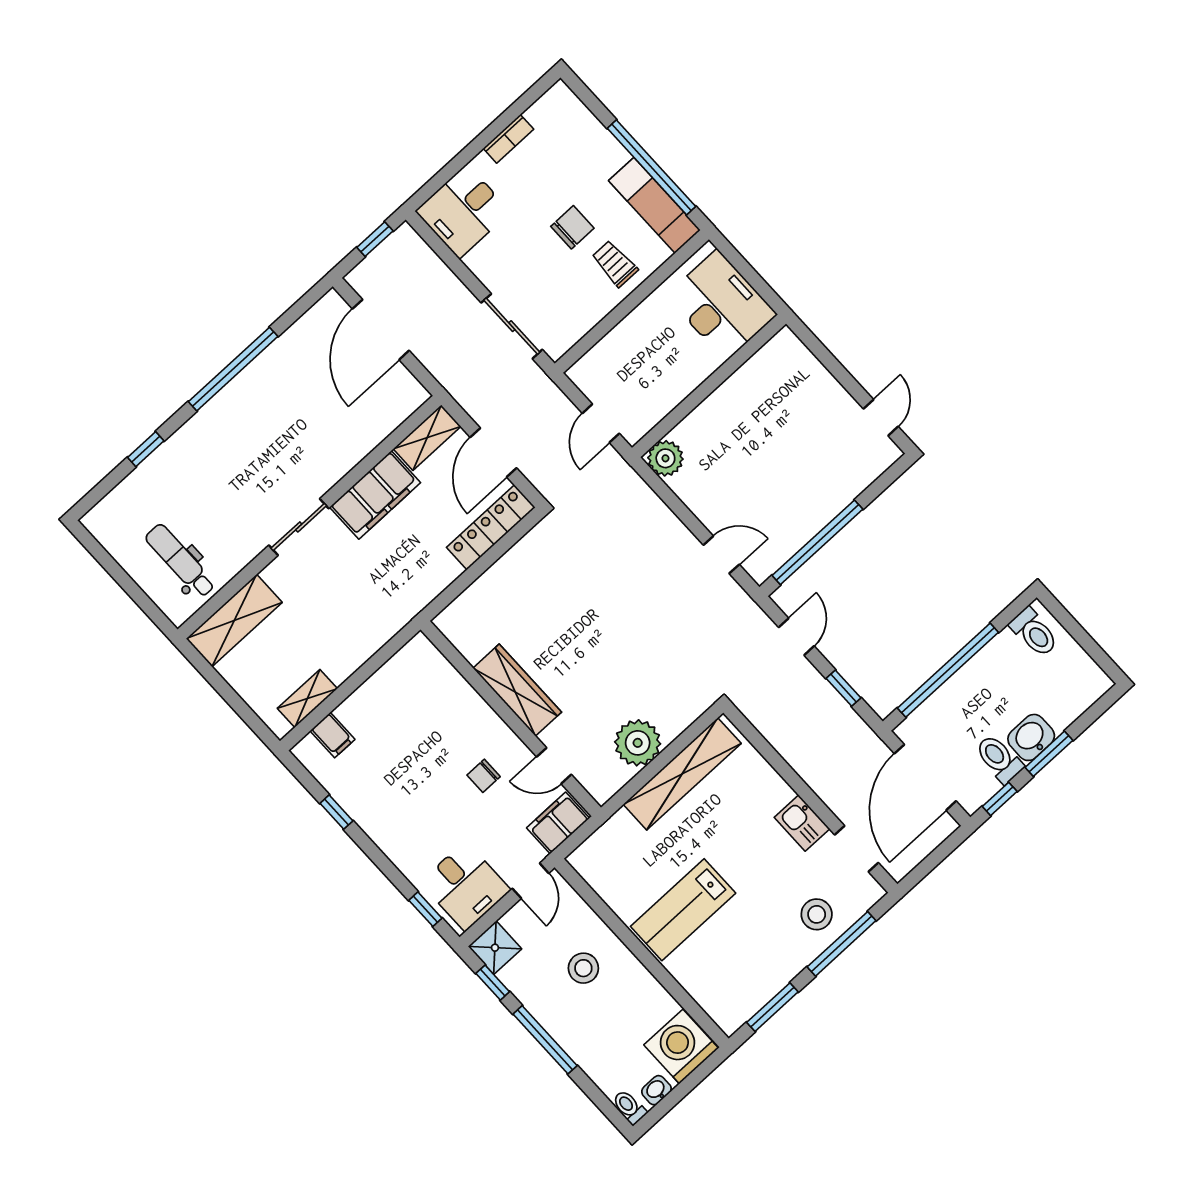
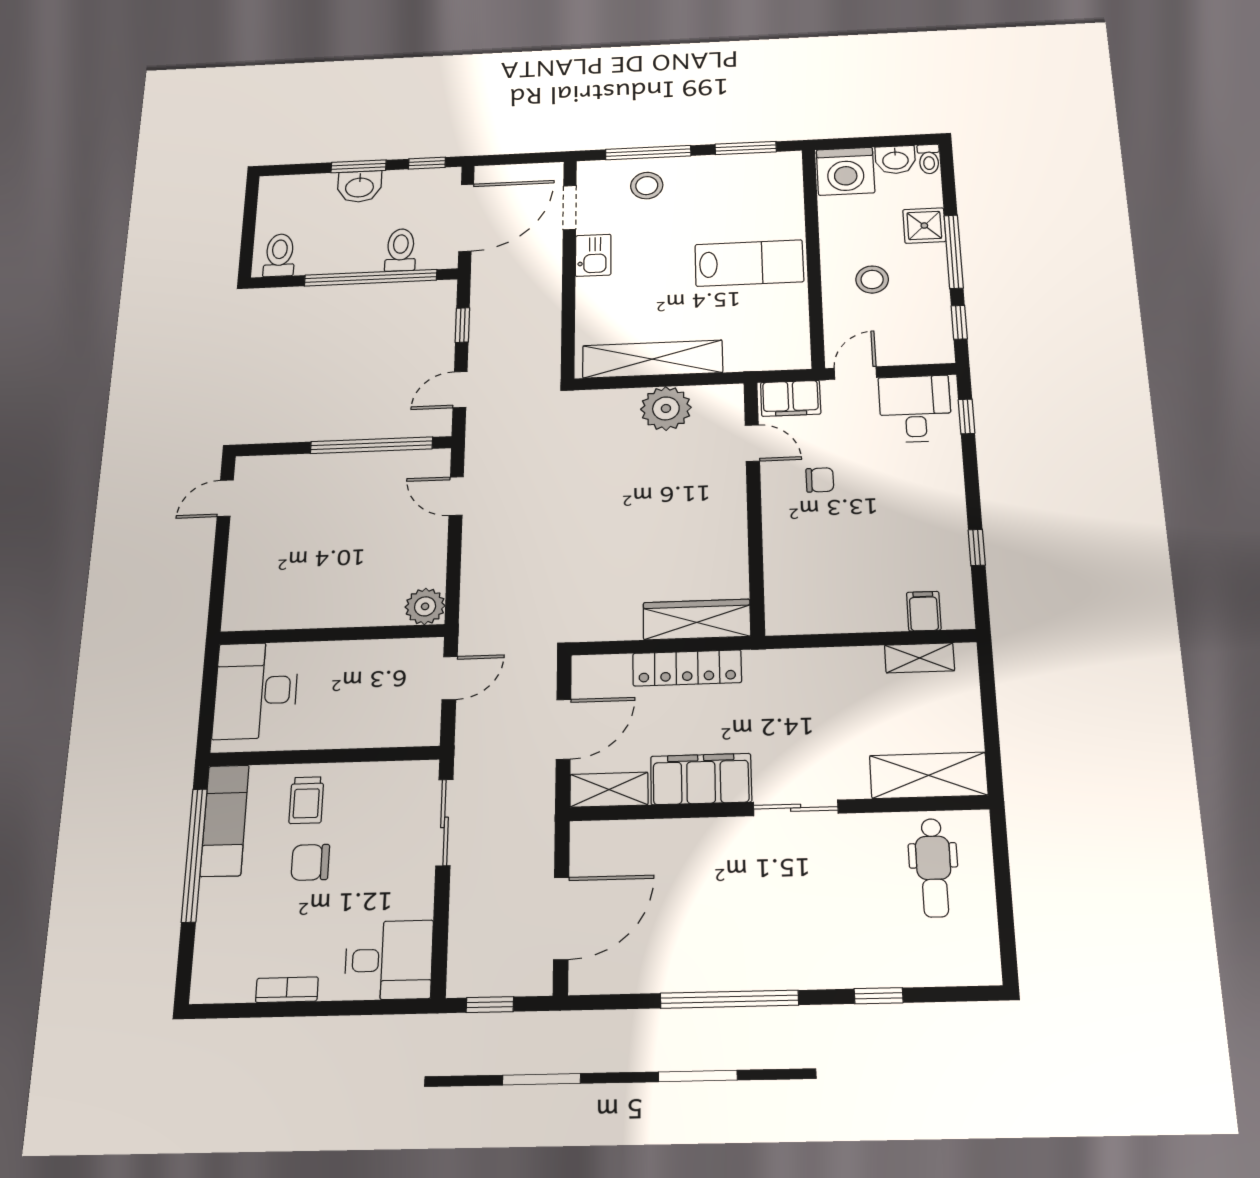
locker: (491, 527) -> (687, 668), moved
wardrobe: (517, 690) -> (697, 619), moved, turned 90
toilet: (999, 759) -> (401, 250), moved, turned 180
shower: (495, 948) -> (924, 226), moved
washbasin: (656, 1090) -> (895, 160), width x1.38, depth x1.45

